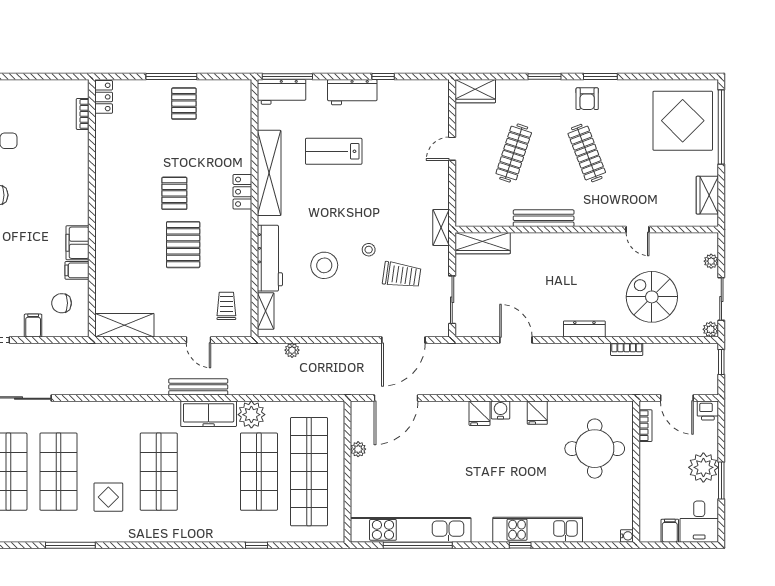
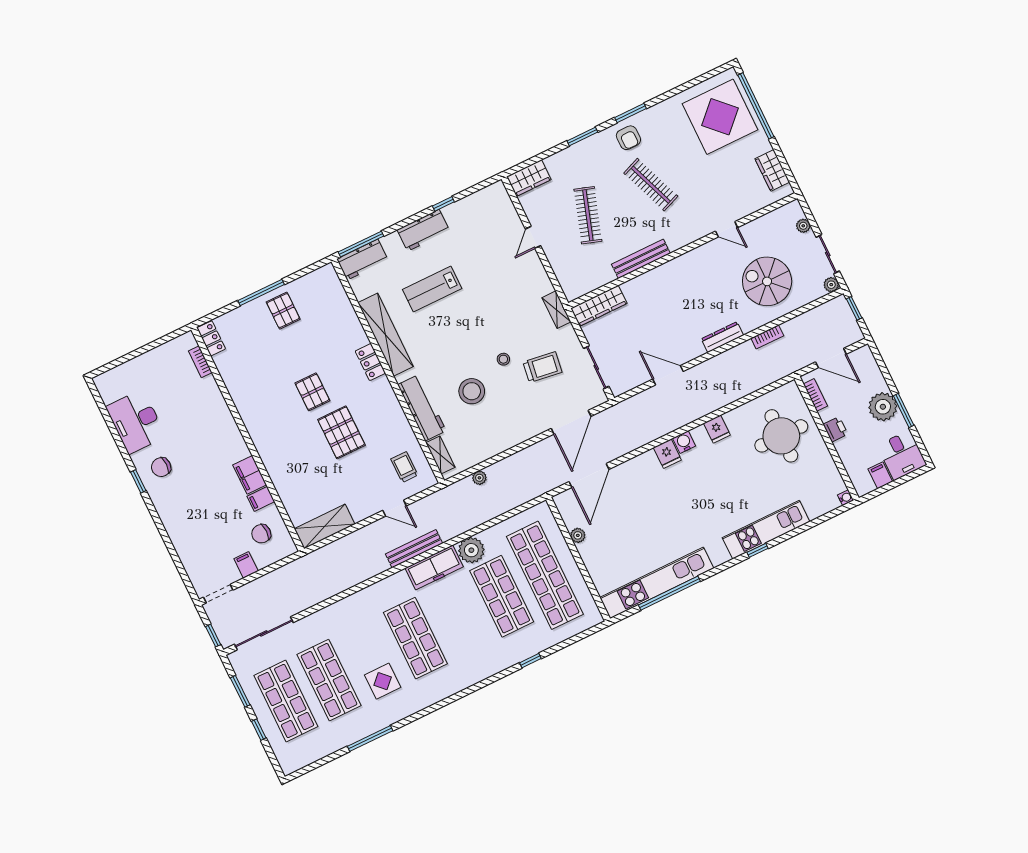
printer: (708, 411) -> (835, 429), moved, turned -90

